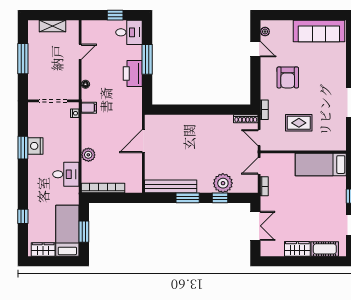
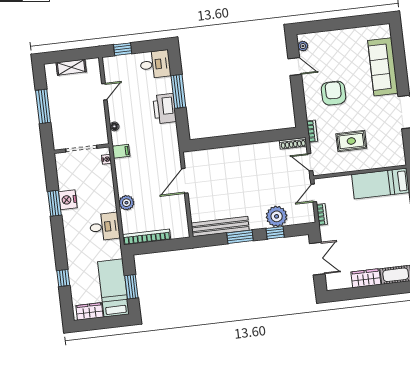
window: (115, 15) -> (123, 49), moved
sofa: (319, 31) -> (383, 67), moved, turned 90
armchair: (288, 77) -> (334, 93), turned 180

